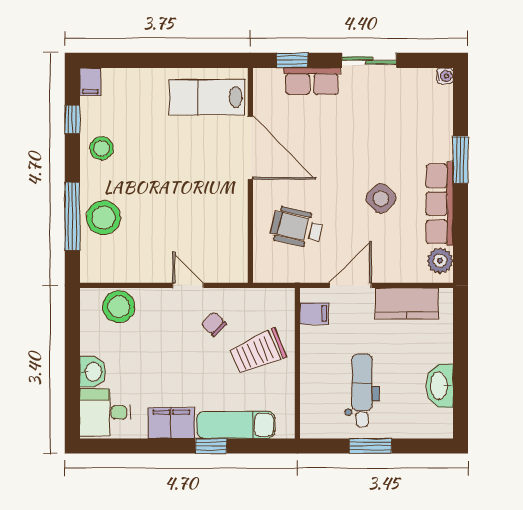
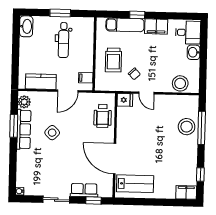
filing cabinet: (90, 82) -> (186, 192), width x2.00
stool: (102, 148) -> (187, 160), removed
window: (461, 160) -> (14, 126), moved
wheelchair: (296, 227) -> (103, 116), moved, turned 77
fridge: (232, 270) -> (125, 100), added
trolley: (258, 352) -> (113, 60), turned 113
washbasin: (440, 386) -> (26, 26), moved

